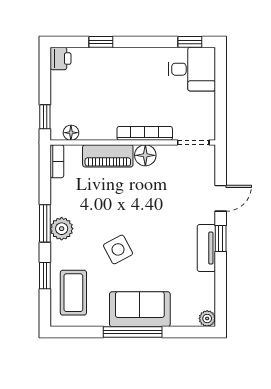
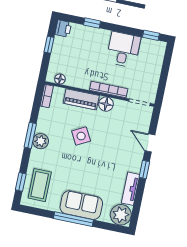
desk: (192, 69) -> (123, 50), moved, turned -90
window: (45, 117) -> (49, 45), moved
door: (221, 198) -> (150, 143), swing flipped
tv unit: (206, 248) -> (131, 189), moved
side table: (118, 249) -> (81, 136), moved
window: (45, 276) -> (21, 182), moved
plant: (207, 318) -> (121, 215), width x1.88, depth x1.88

